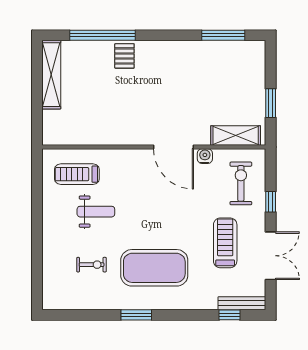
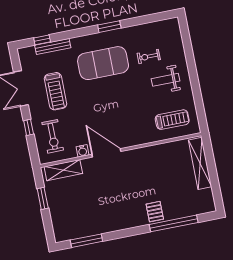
shelving: (51, 75) -> (200, 163), moved
weight bench: (96, 212) -> (166, 80), moved
bench: (242, 303) -> (53, 47), moved

